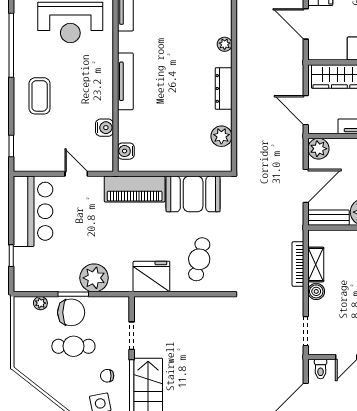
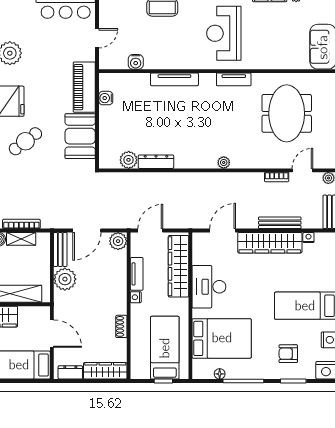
plant: (225, 44) -> (224, 162), moved
dresser: (224, 88) -> (156, 162), moved
water cooler: (126, 151) -> (106, 98), moved, turned -90
door: (306, 186) -> (87, 231), hinge flipped
cafe table: (199, 259) -> (25, 141), turned -49

